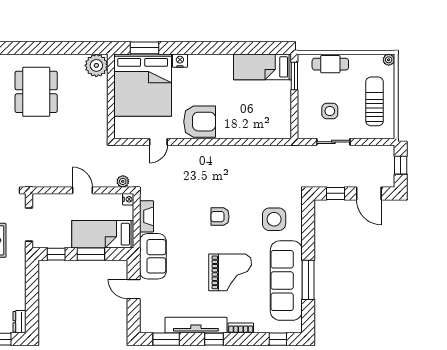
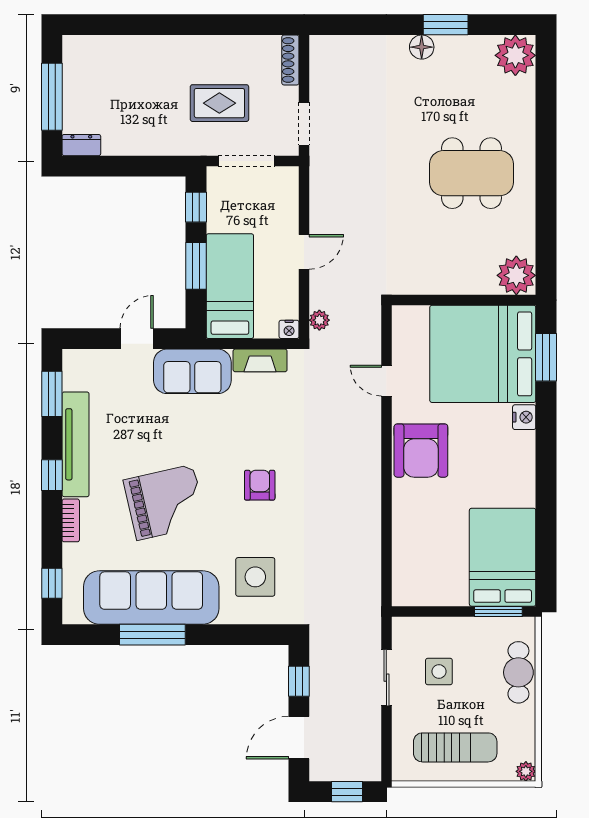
bed: (262, 67) -> (503, 557), width x1.50
grand piano: (230, 272) -> (165, 502), turned -103

